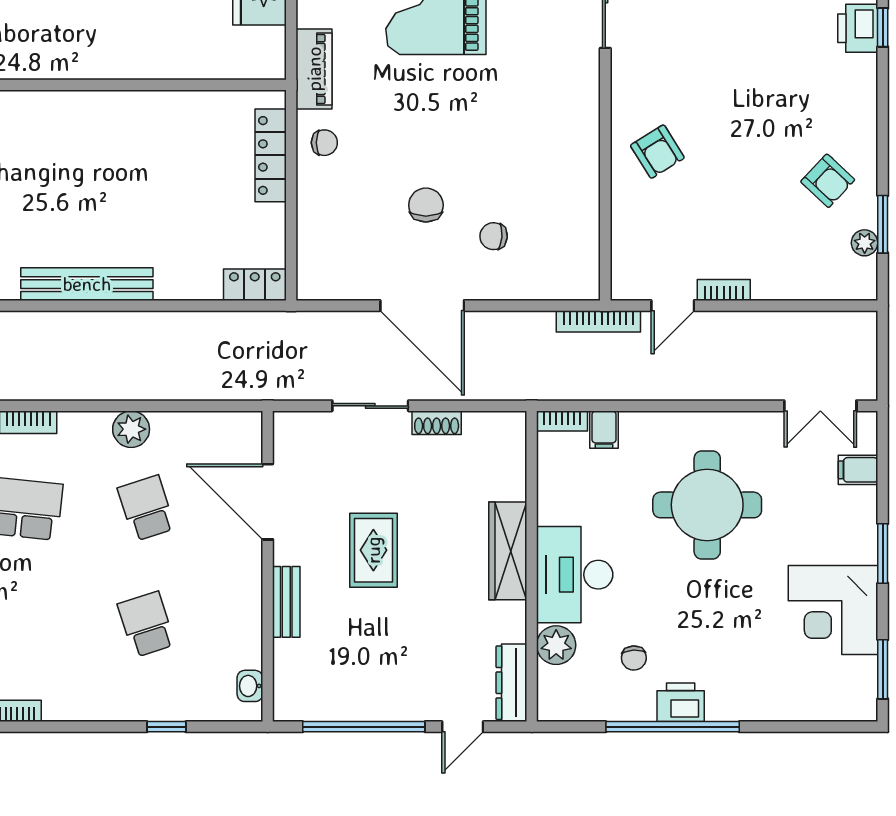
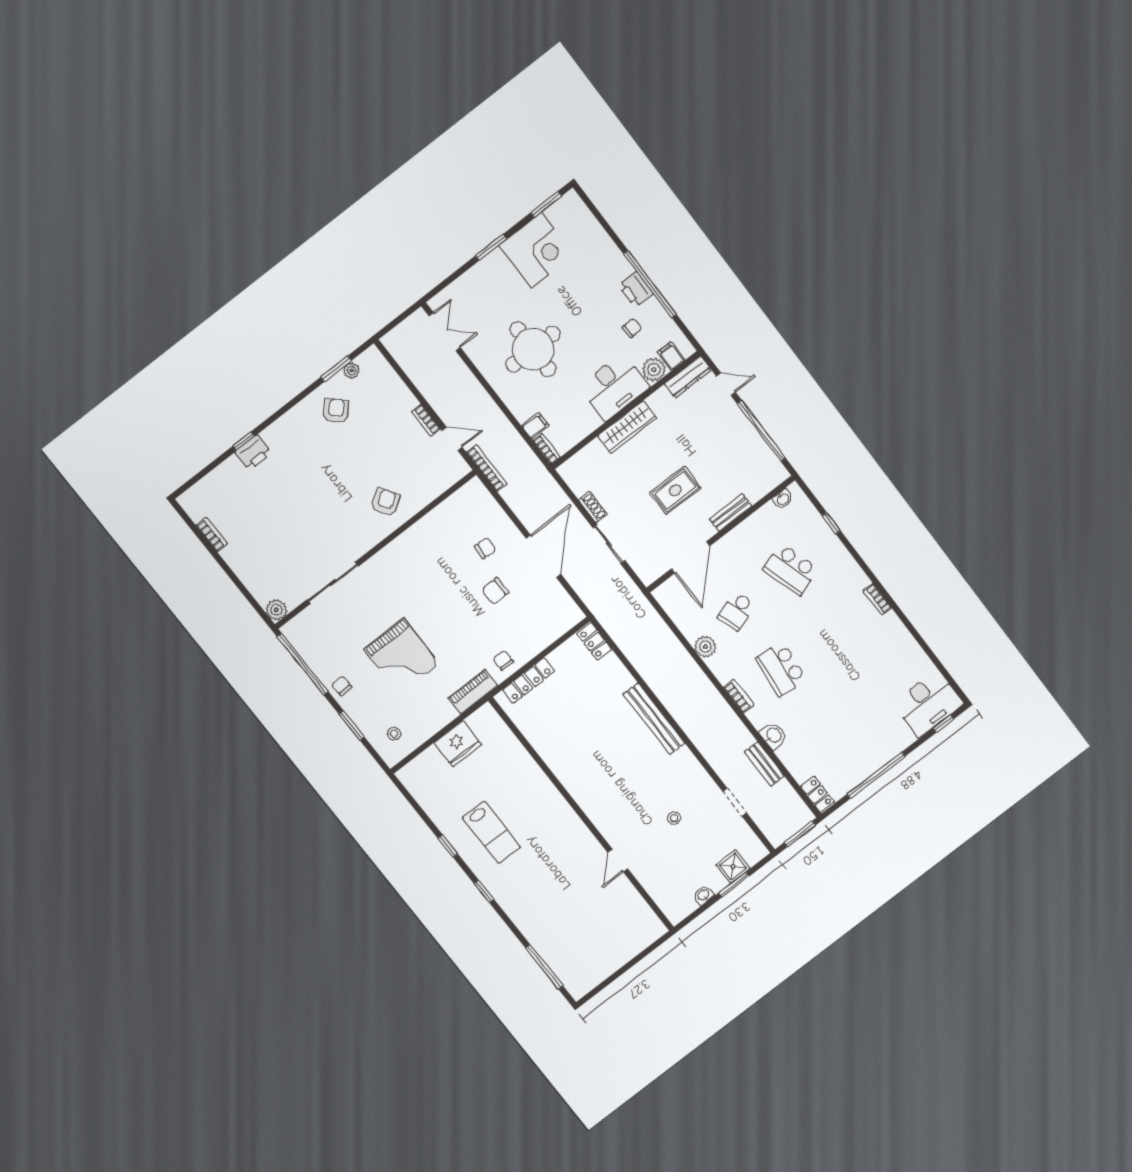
chair: (494, 236) -> (485, 548), turned -90
filing cabinet: (858, 470) -> (671, 356), moved, turned 180
school desk: (146, 624) -> (791, 569), width x1.85

